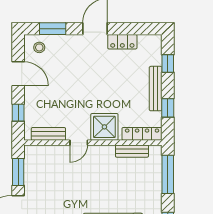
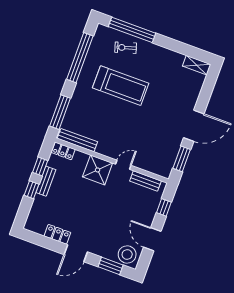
stool: (39, 47) -> (127, 255), width x1.89, depth x1.89
window: (168, 64) -> (32, 190), moved
bench: (156, 89) -> (46, 181), width x0.73
locker: (142, 134) -> (63, 151), width x0.66
bench: (132, 151) -> (77, 140), width x1.36

